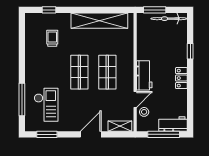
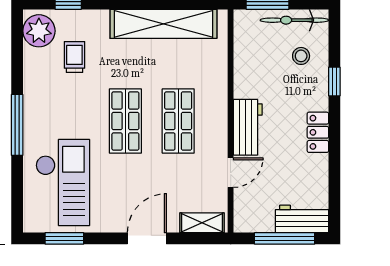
plant: (33, 24) -> (39, 31), added
window: (22, 99) -> (17, 125), moved
checkout: (46, 105) -> (63, 183), width x1.36, depth x1.21
stool: (144, 112) -> (301, 56), moved

